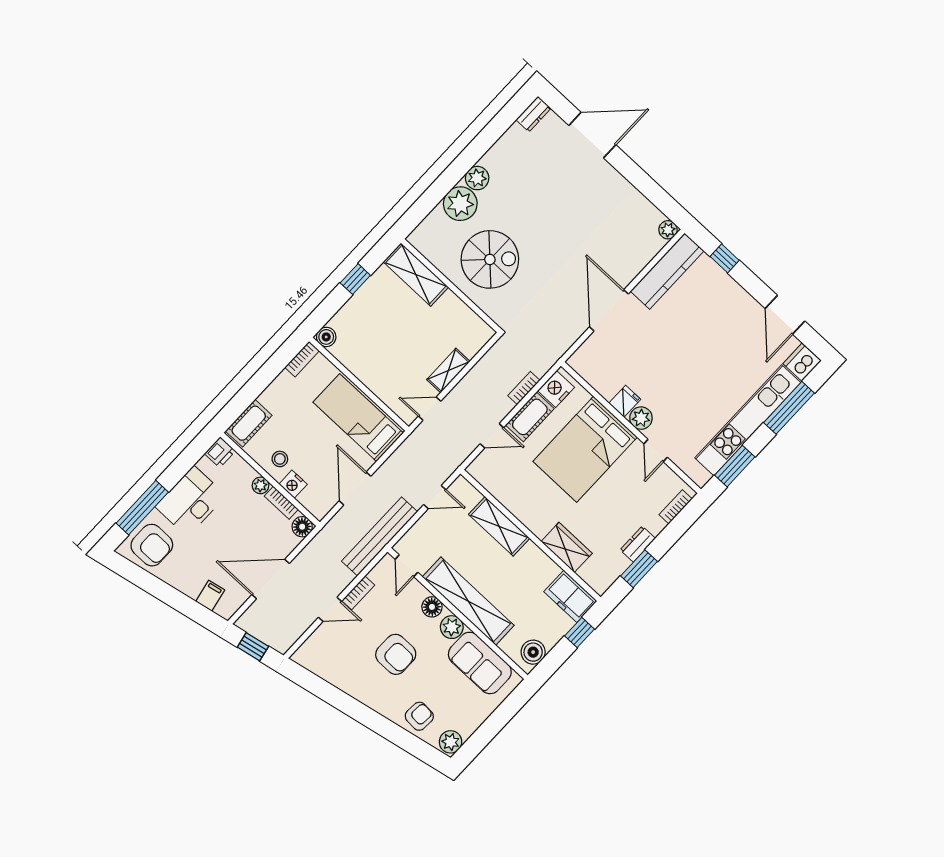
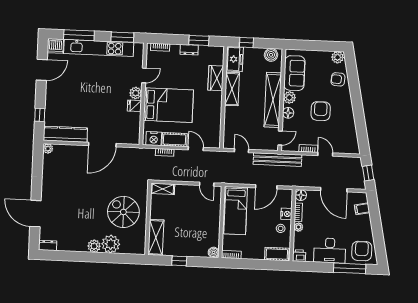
shelving: (448, 370) -> (163, 189), moved
shelving: (499, 526) -> (232, 89), moved

